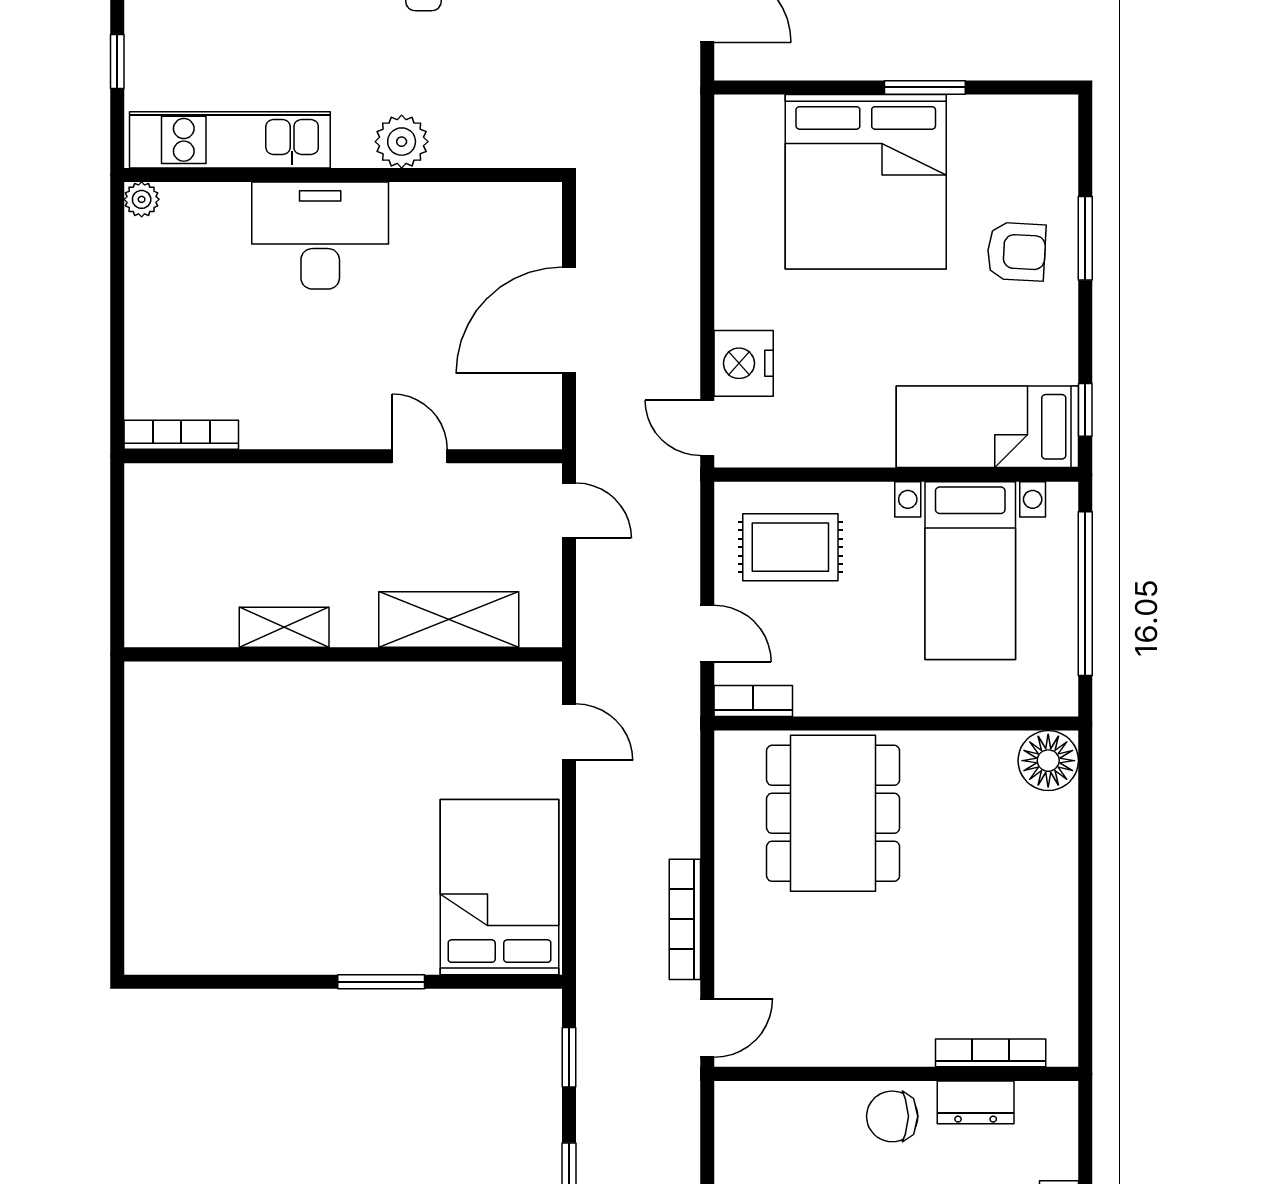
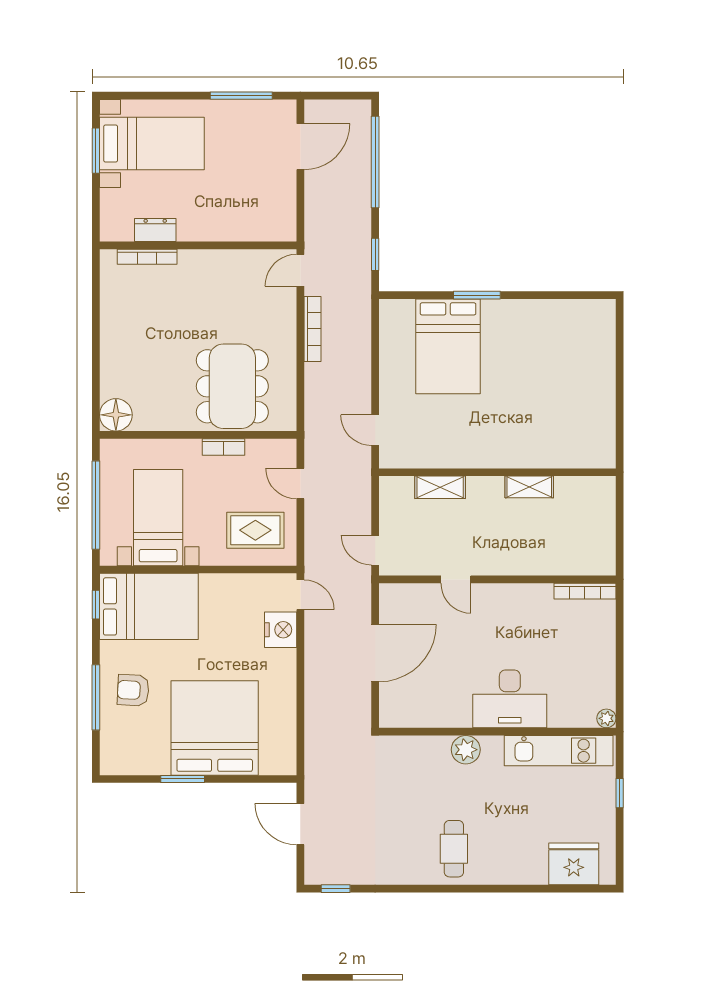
window: (1085, 238) -> (96, 697), width x1.44
bed: (987, 427) -> (149, 606), width x1.50
shelving: (449, 620) -> (440, 487), width x0.67, depth x0.75
bookcase: (753, 701) -> (223, 447), moved
bed: (499, 887) -> (448, 346), moved
chair: (892, 1116) -> (200, 222), removed

